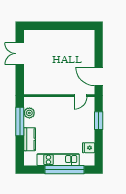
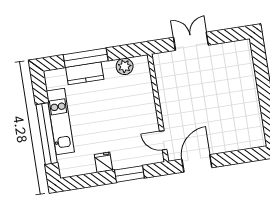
double door: (20, 54) -> (191, 41), moved
window: (20, 122) -> (86, 58), moved
fridge: (89, 148) -> (103, 162), moved

